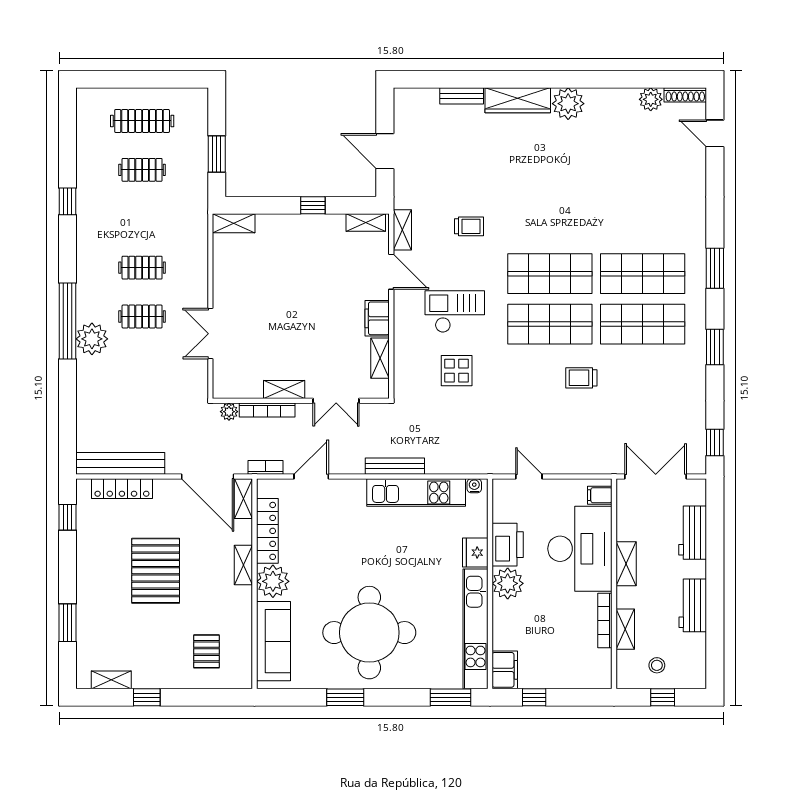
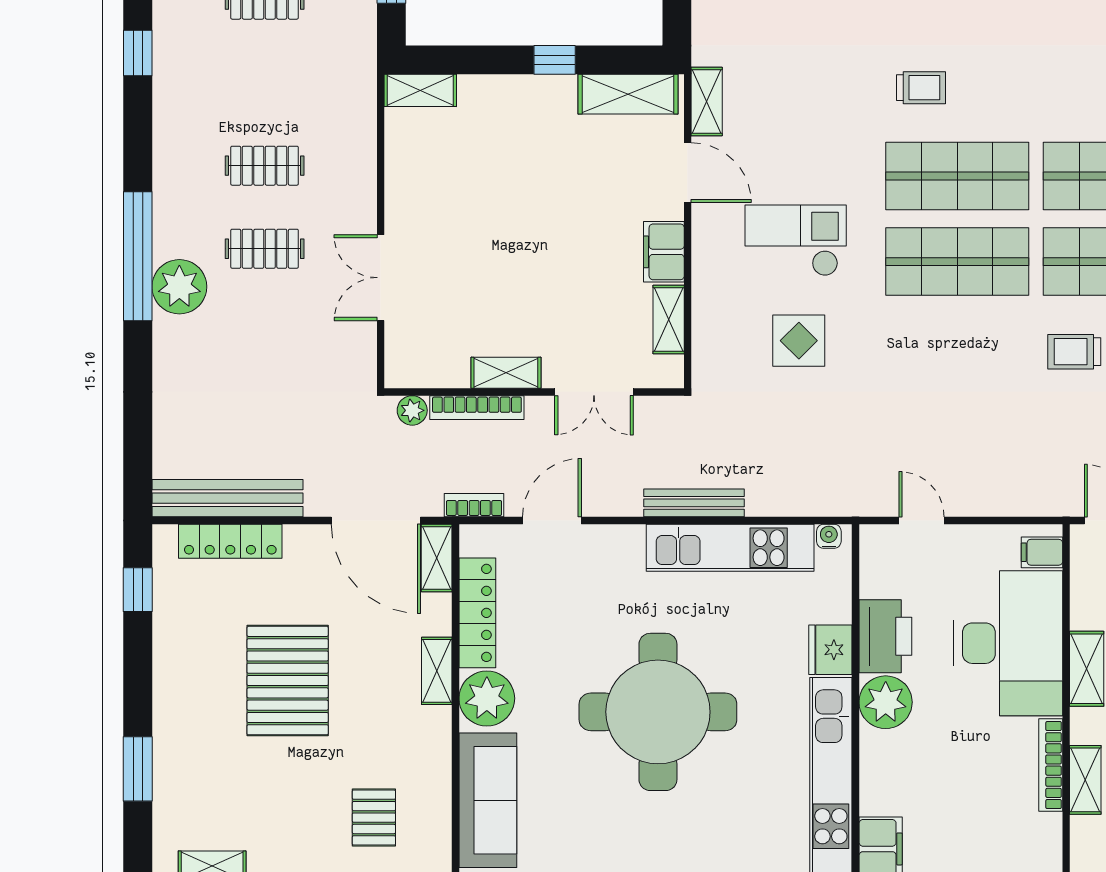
shelving: (366, 223) -> (628, 94), width x1.50, depth x1.33
trolley: (469, 226) -> (921, 88), moved
trolley: (581, 378) -> (1074, 352), moved
round table: (369, 633) -> (658, 712), moved

